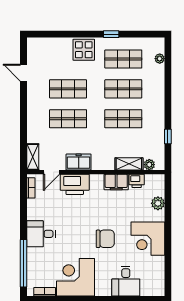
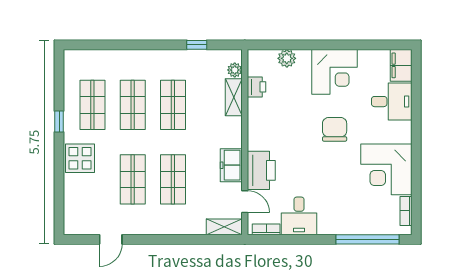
plant: (160, 59) -> (92, 56), removed
filing cabinet: (116, 182) -> (401, 65), moved, turned 180
desk: (41, 234) -> (299, 216), moved

